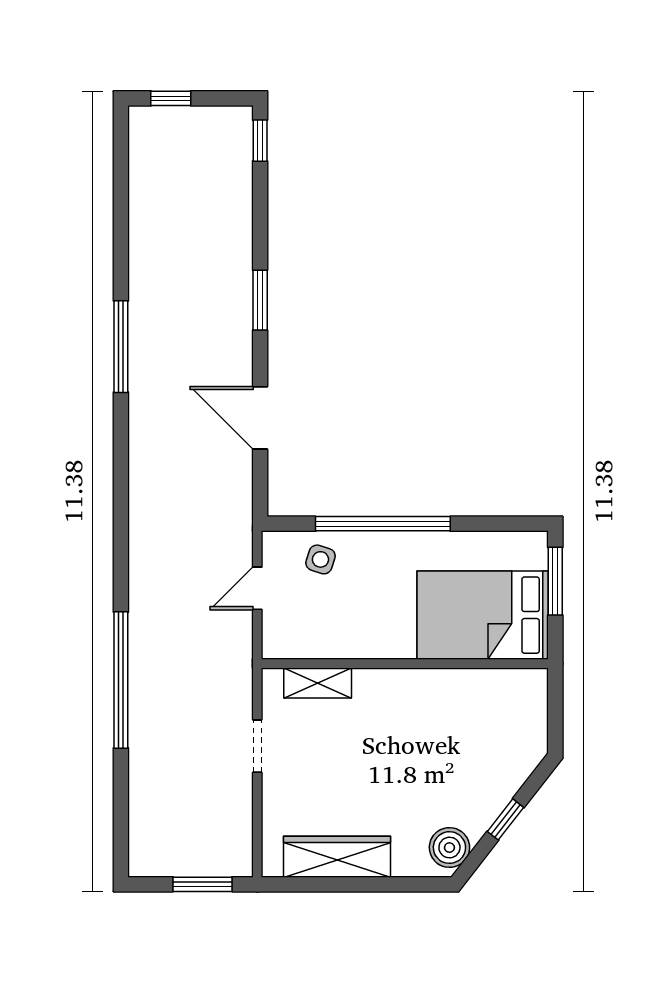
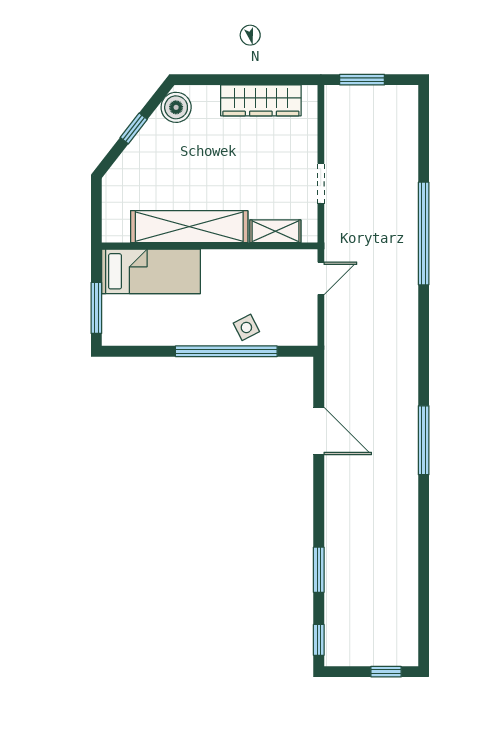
window: (260, 300) -> (319, 570), moved
window: (121, 347) -> (424, 440), moved
side table: (320, 559) -> (246, 327), moved, turned 45
door: (257, 588) -> (321, 278), moved
bed: (483, 615) -> (151, 271), width x0.67
shelving: (432, 689) -> (189, 227), added

